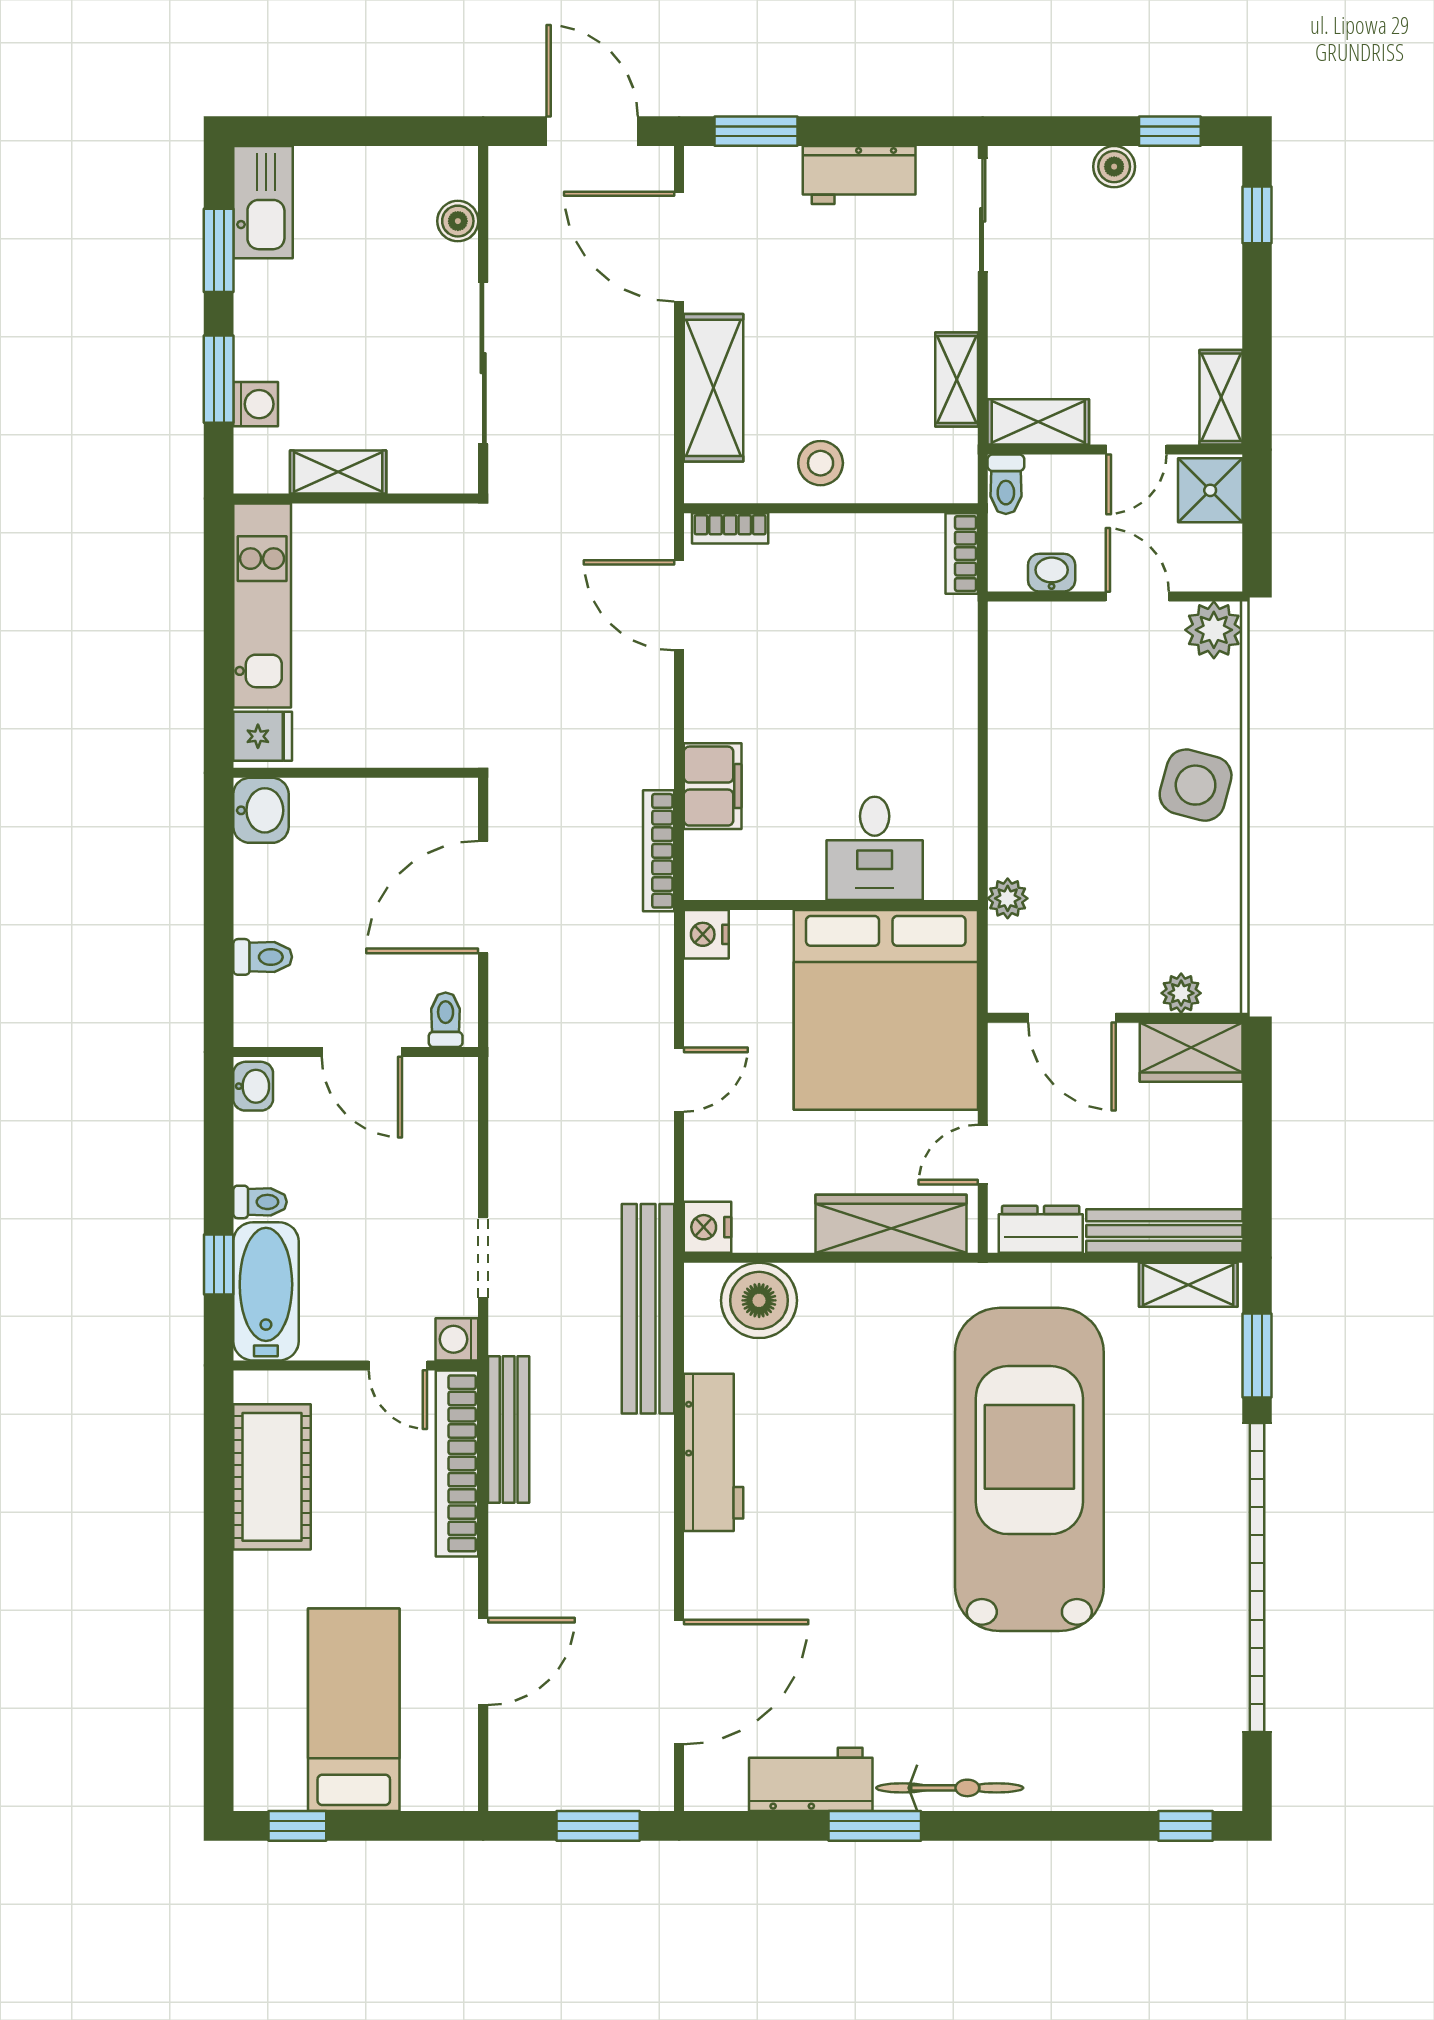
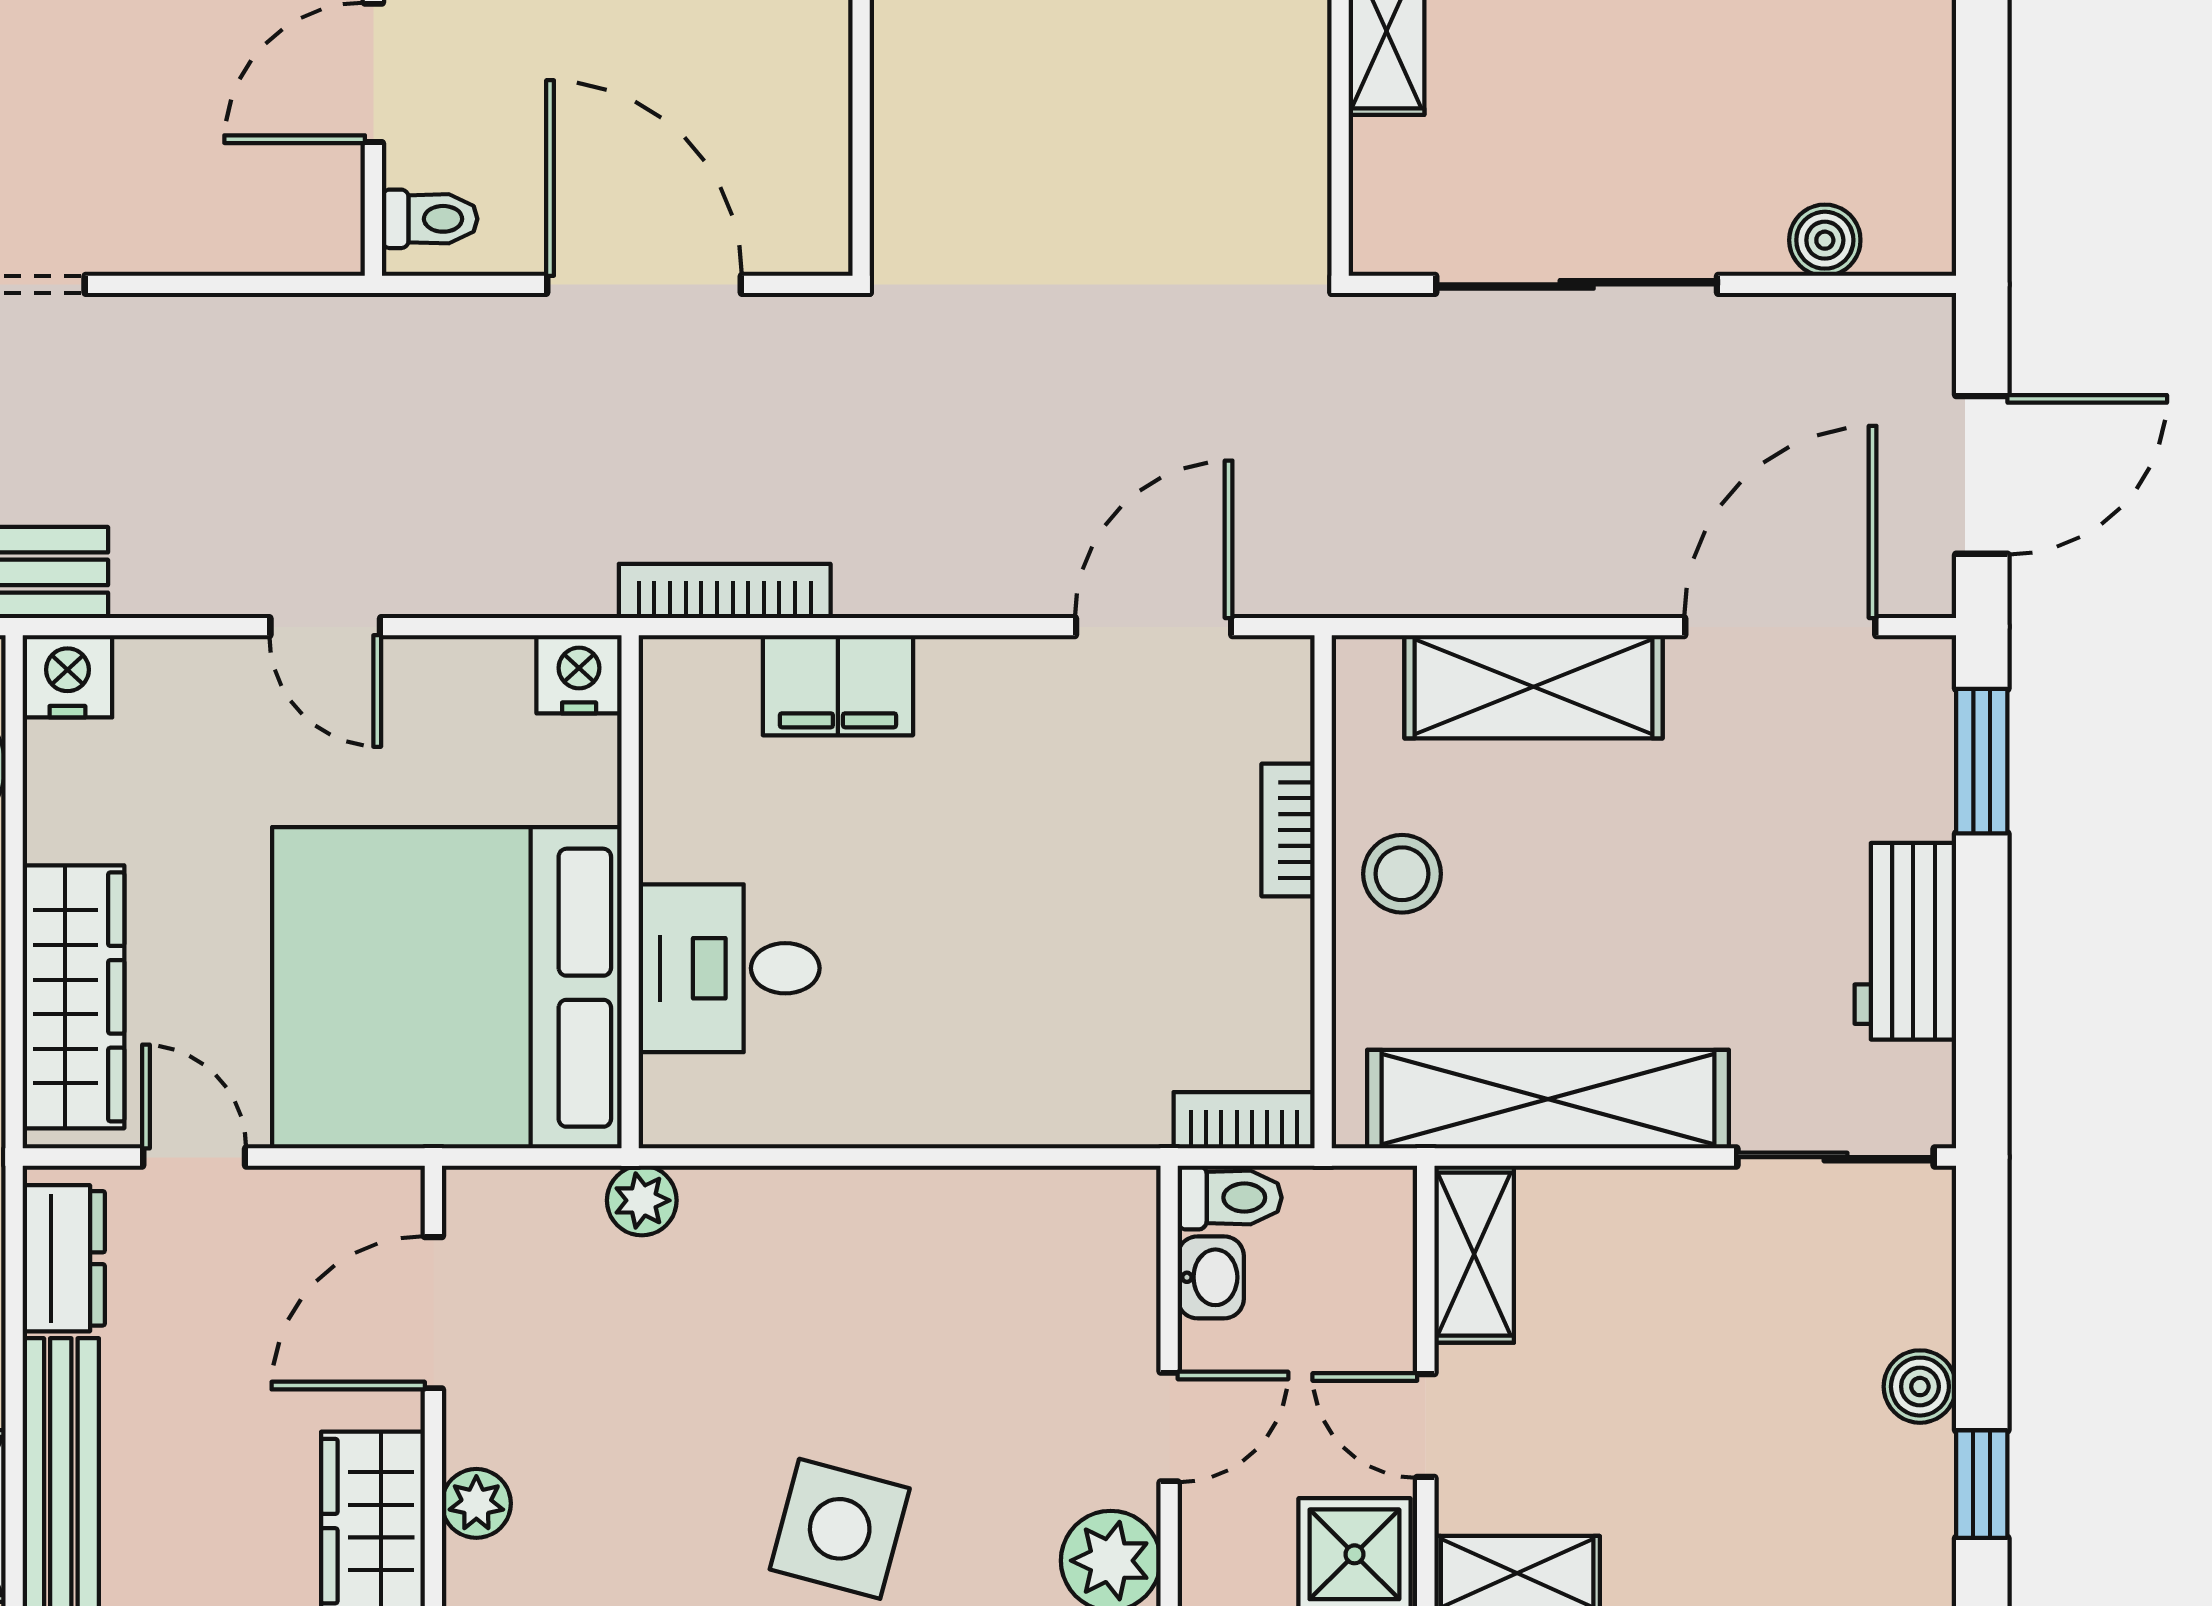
shelving: (957, 380) -> (1548, 1099), width x2.20, depth x1.33
toilet: (1006, 484) -> (1230, 1198), moved, turned 180
bookcase: (730, 528) -> (1288, 830), moved

